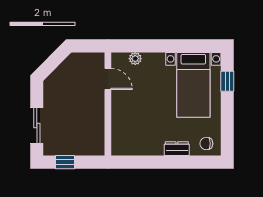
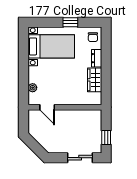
door: (108, 79) -> (47, 107), swing flipped
window: (227, 81) -> (70, 22), moved
wardrobe: (146, 146) -> (95, 80), added

